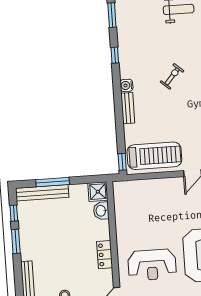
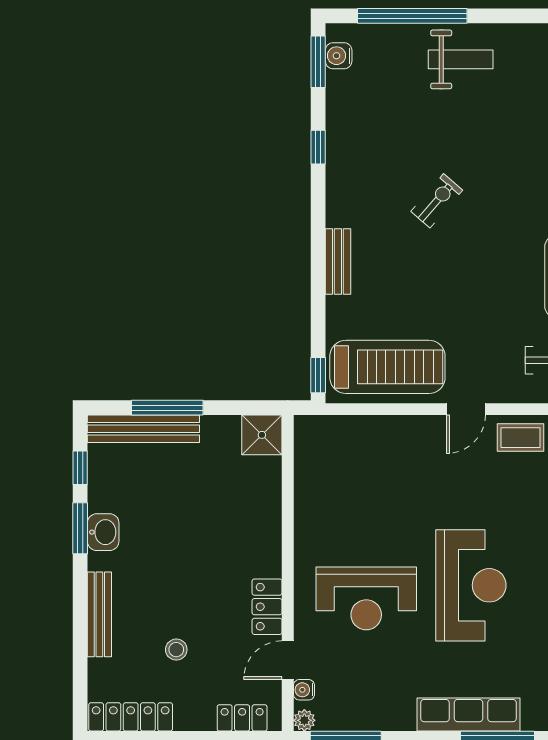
water cooler: (126, 85) -> (339, 56), moved
washbasin: (101, 211) -> (103, 532), moved, turned 180
locker: (105, 255) -> (267, 607), moved

